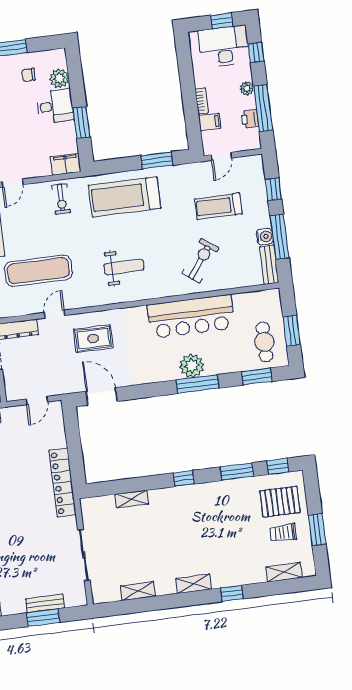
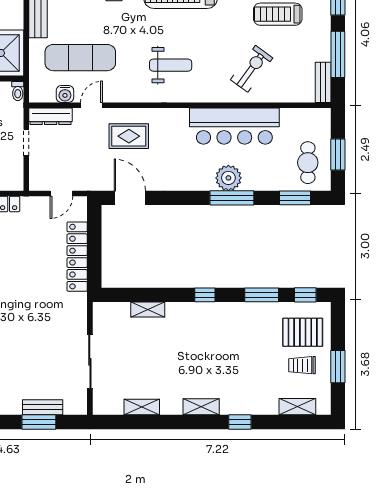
water cooler: (265, 237) -> (65, 94), moved, turned 90
locker: (62, 483) -> (77, 257), moved

